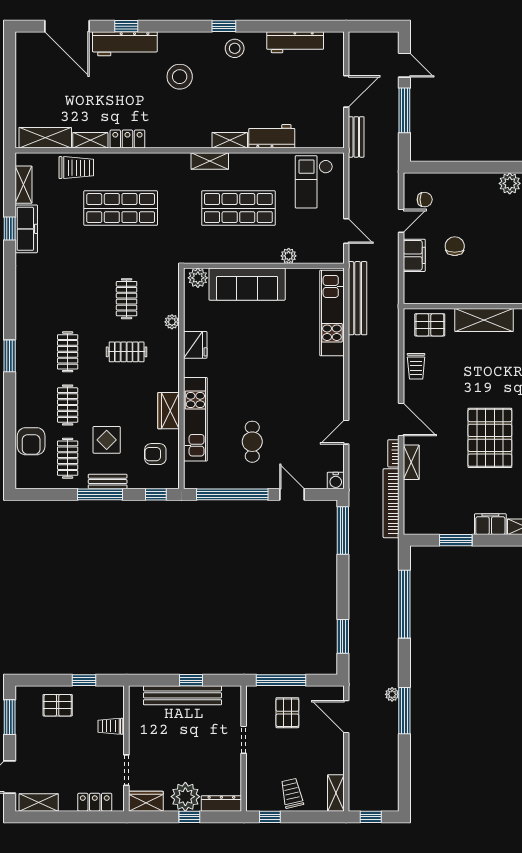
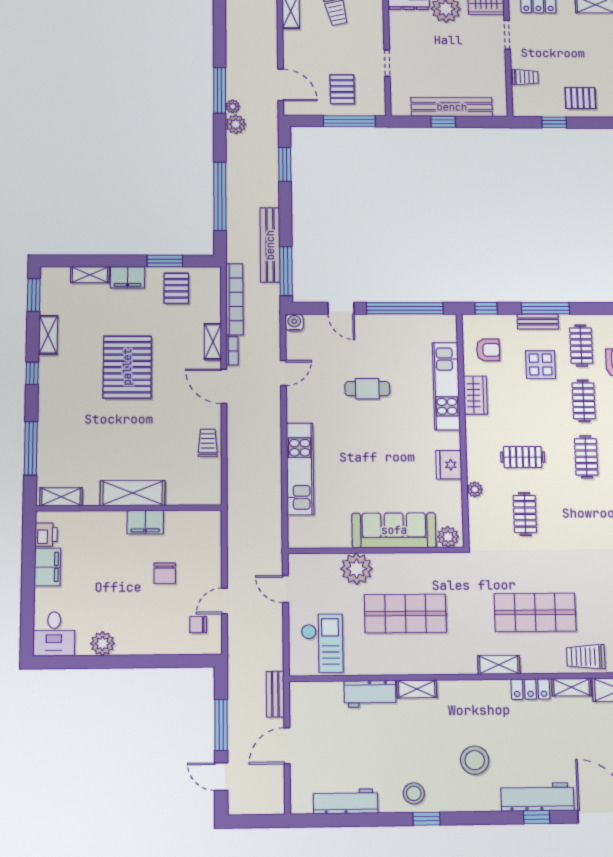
shelving: (210, 161) -> (499, 665), moved
filing cabinet: (414, 255) -> (145, 522), moved, turned -90
plant: (289, 256) -> (357, 569), width x1.87, depth x1.87
bench: (358, 298) -> (270, 245), moved
kitchen unit: (332, 313) -> (300, 469), moved
pallet: (430, 325) -> (176, 288), moved, turned 90
cafe table: (252, 442) -> (367, 389), moved, turned 90
plant: (389, 676) -> (236, 124), added

